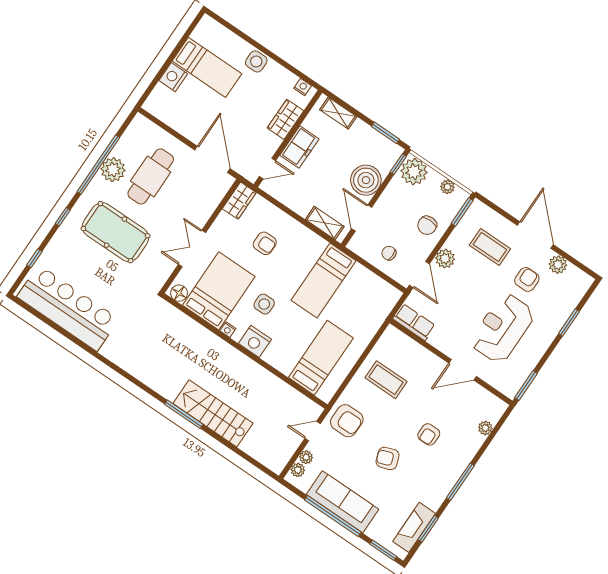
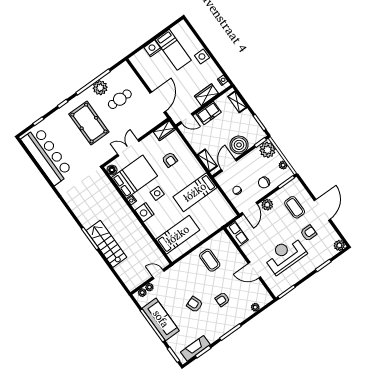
cafe table: (151, 176) -> (120, 99), width x0.73, depth x0.74
plant: (558, 265) -> (339, 245), moved
armchair: (347, 421) -> (180, 275), removed

